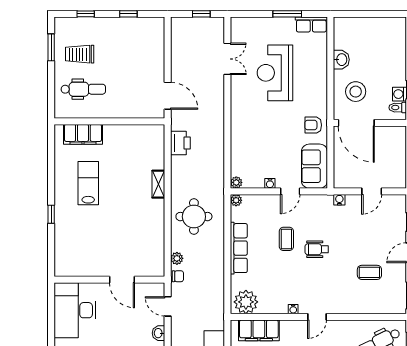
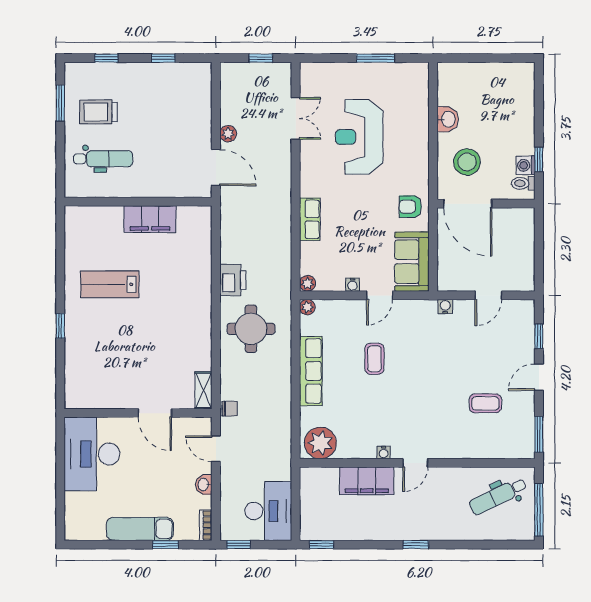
row of seats: (311, 24) -> (310, 219), moved, turned -90
filing cabinet: (83, 134) -> (150, 219), moved
printer: (180, 143) -> (233, 280), moved
lab bench: (88, 183) -> (110, 284), turned -90
shelving: (158, 184) -> (203, 390), moved
wheelchair: (317, 249) -> (415, 373), removed
plant: (177, 258) -> (228, 134), moved
filing cabinet: (259, 330) -> (367, 481), moved

